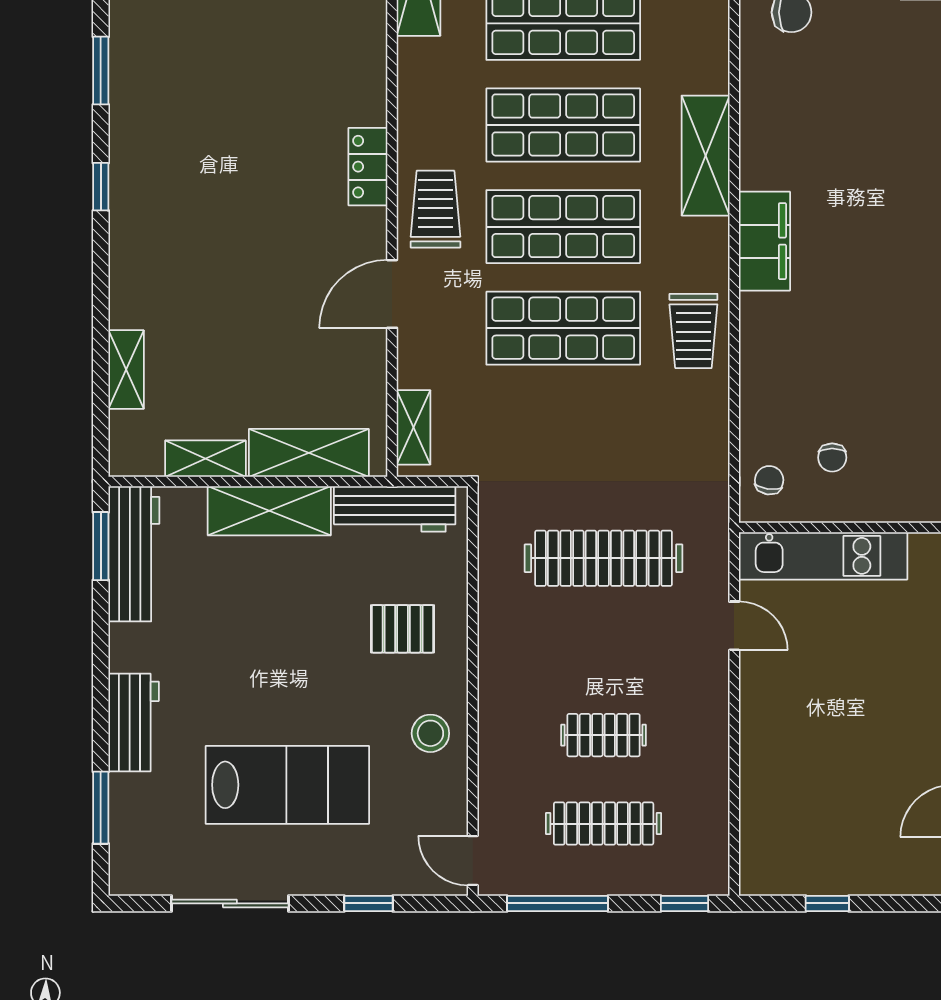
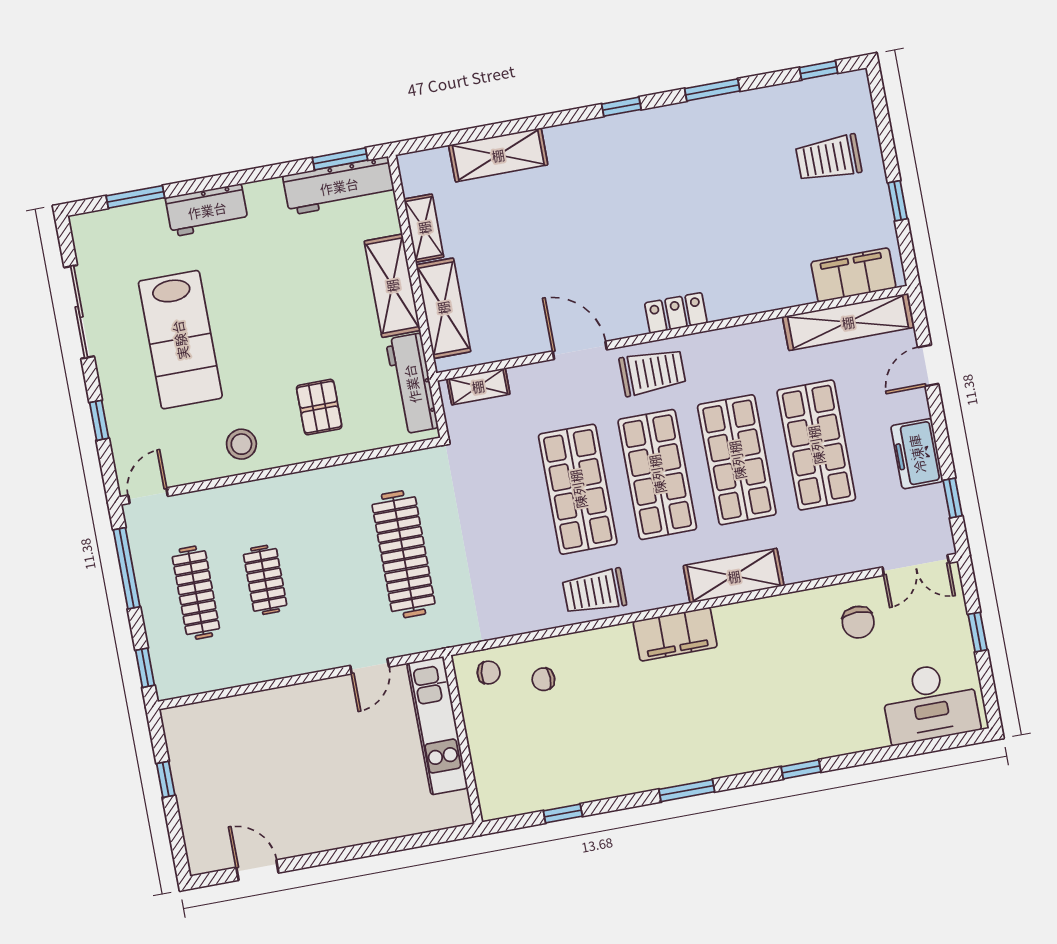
shelving: (126, 370) -> (498, 155), width x1.50, depth x1.33
chair: (832, 458) -> (543, 679), moved

